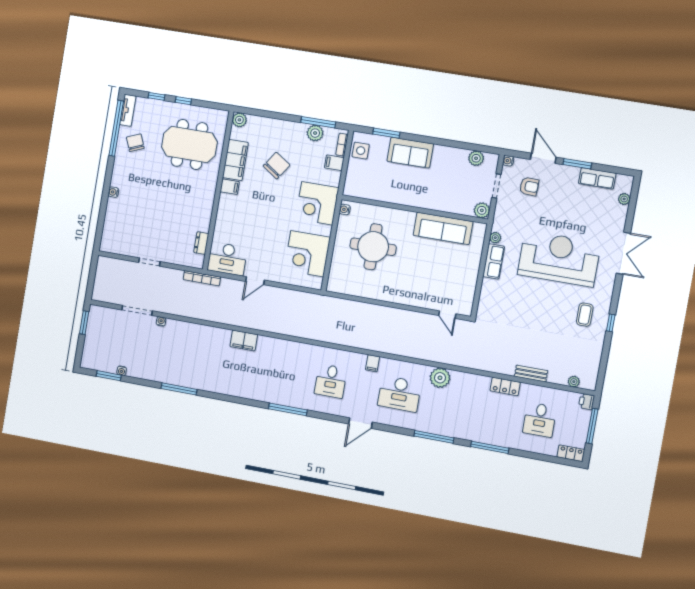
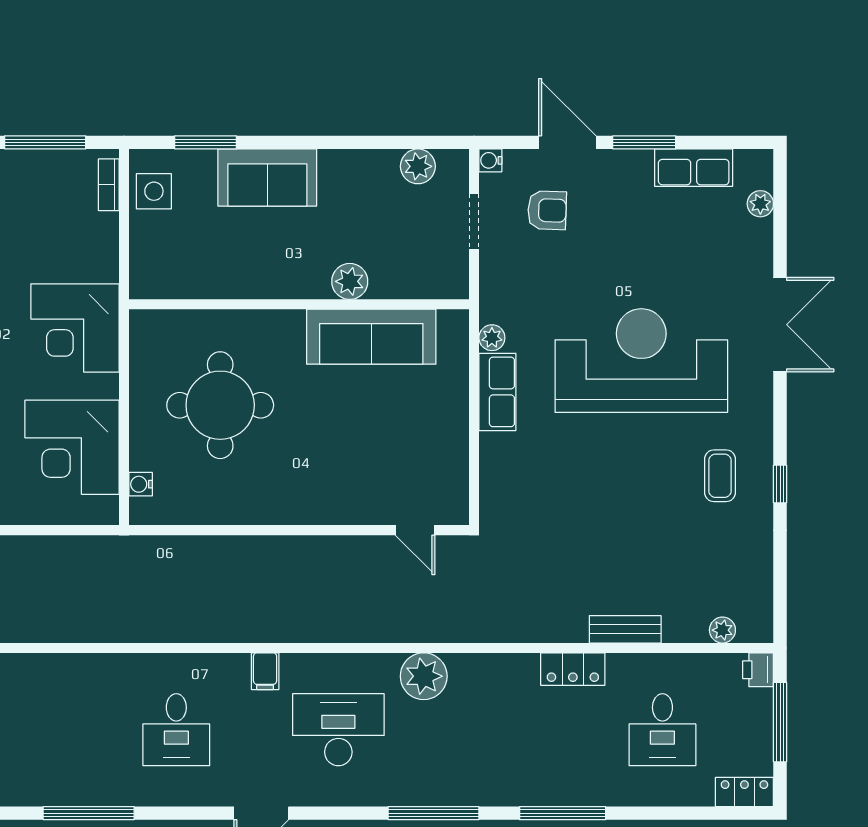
plant: (315, 133) -> (42, 168), removed
filing cabinet: (334, 163) -> (98, 229), removed
water cooler: (345, 209) -> (141, 484), moved
plant: (482, 210) -> (350, 281), moved
desk: (399, 394) -> (338, 730), turned 180

